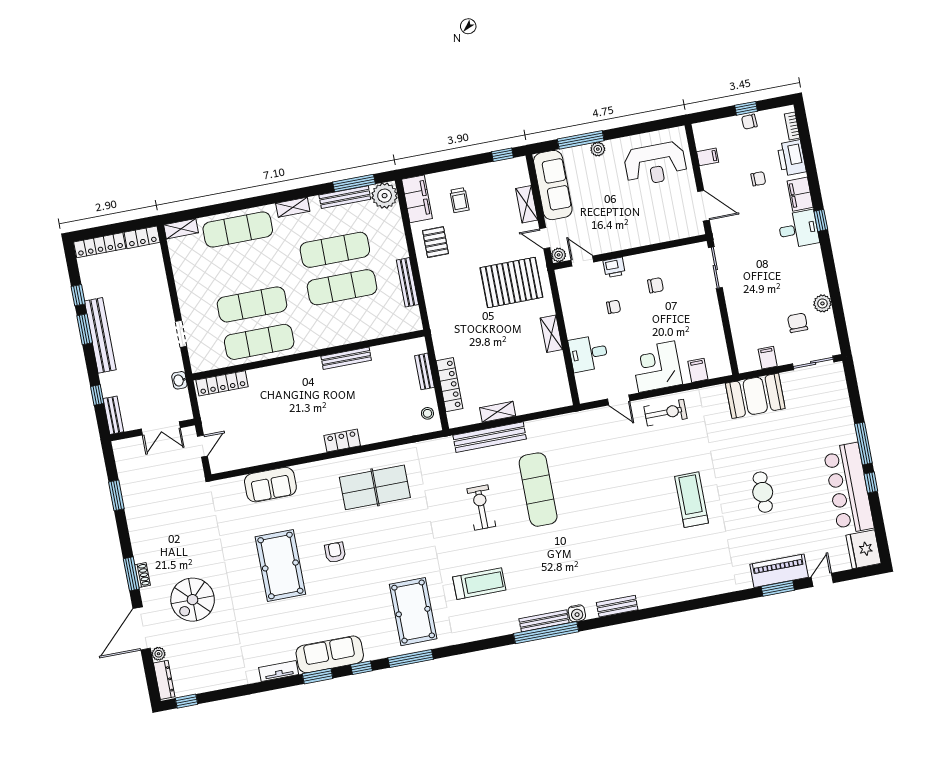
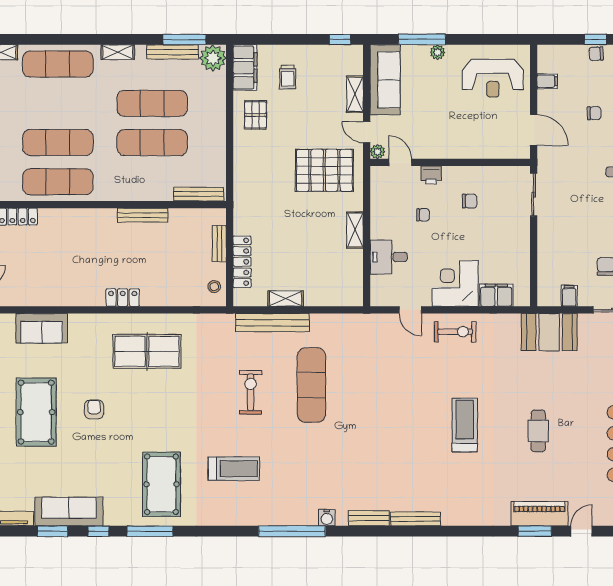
bench: (407, 282) -> (199, 194), moved, turned 90
filing cabinet: (698, 370) -> (496, 295), width x2.00
bench: (544, 621) -> (416, 519), moved

